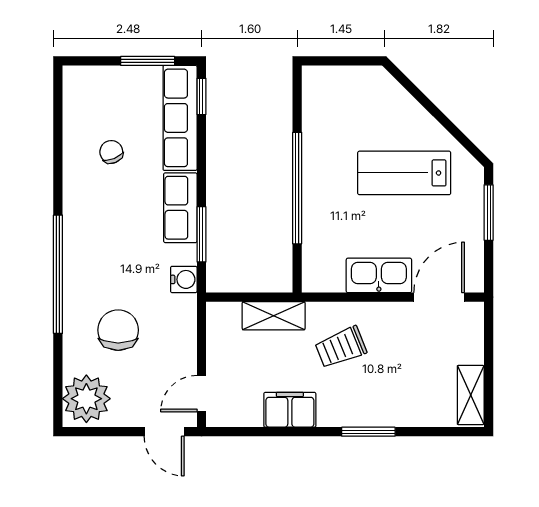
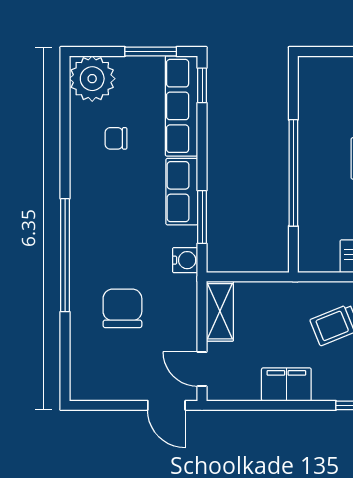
chair: (111, 152) -> (116, 138), turned -68
shelving: (274, 316) -> (220, 311), moved, turned 90
door: (201, 394) -> (202, 369), hinge flipped
plant: (86, 399) -> (92, 79), moved

